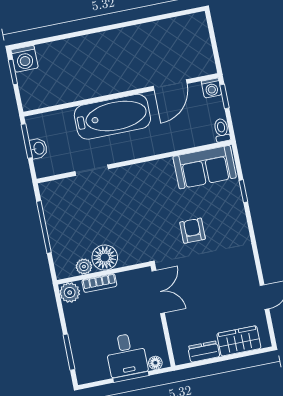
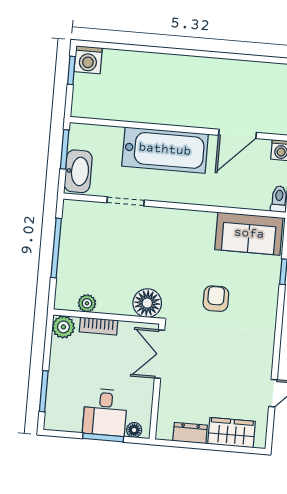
washbasin: (39, 148) -> (78, 171), width x1.91, depth x1.45
floor lamp: (105, 258) -> (147, 303), moved
double door: (158, 292) -> (159, 354), swing flipped

